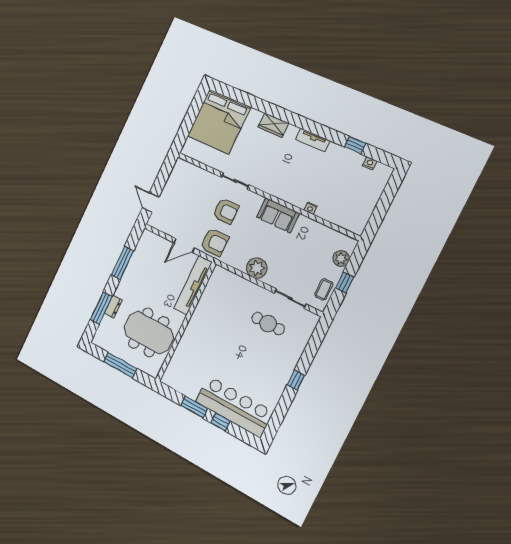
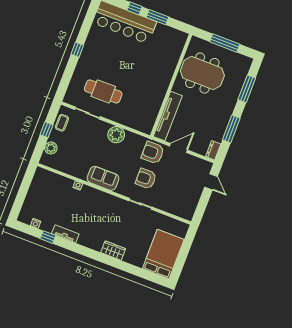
bed: (219, 122) -> (163, 254), width x0.73
tv unit: (313, 140) -> (65, 234), moved
dresser: (113, 306) -> (213, 150), moved
cafe table: (268, 324) -> (103, 91), width x1.37, depth x1.35

